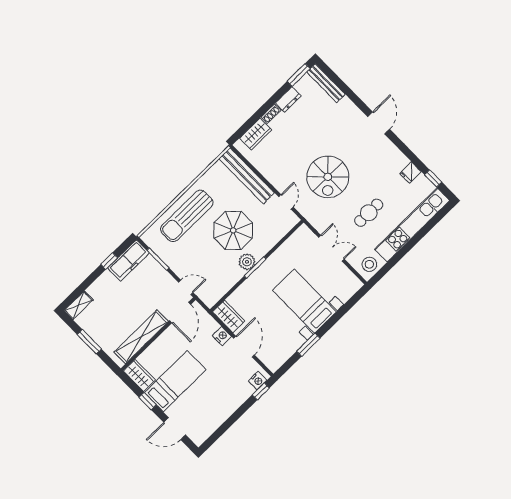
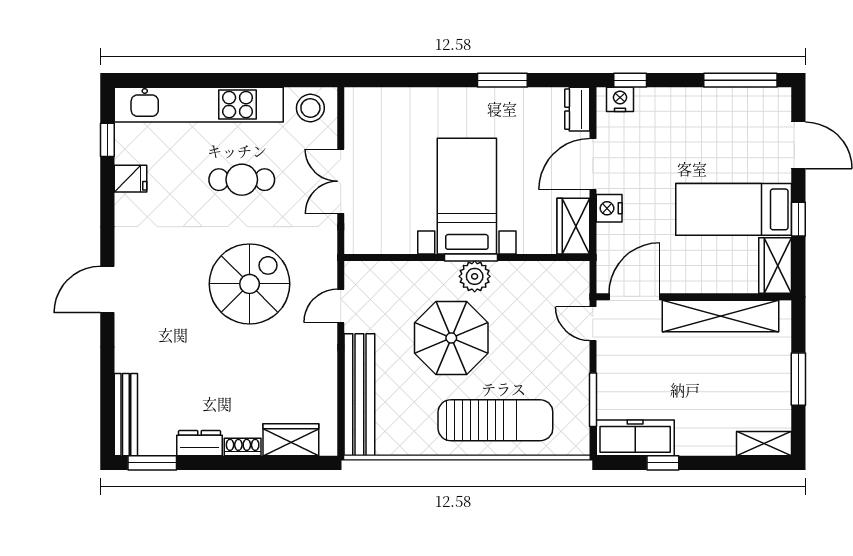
bed with nightstands: (304, 301) -> (467, 196), moved, turned 180
dresser: (270, 361) -> (577, 109), added
window: (220, 432) -> (740, 80), added

